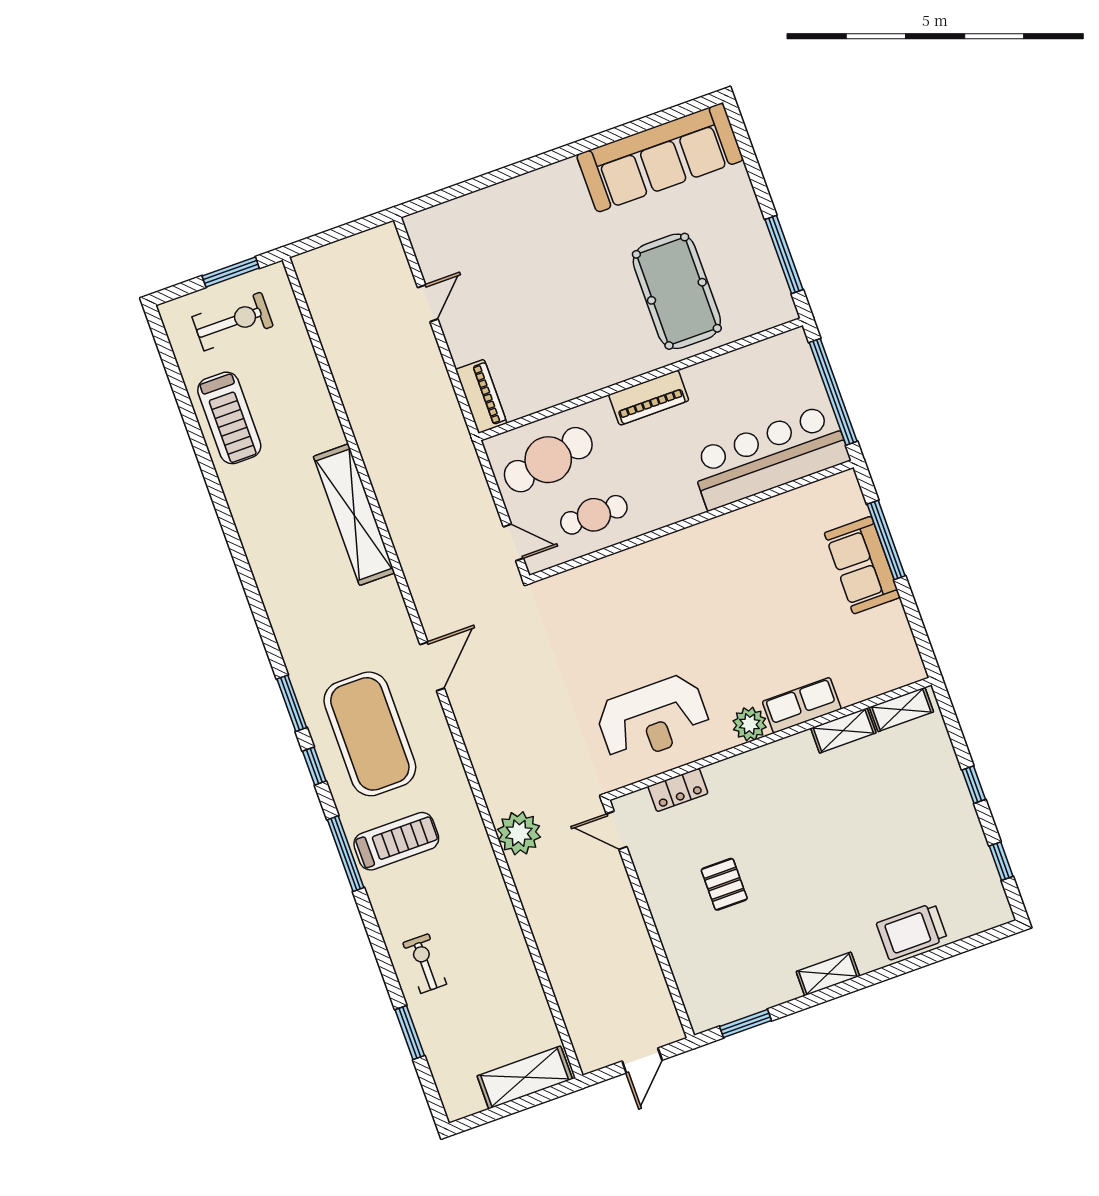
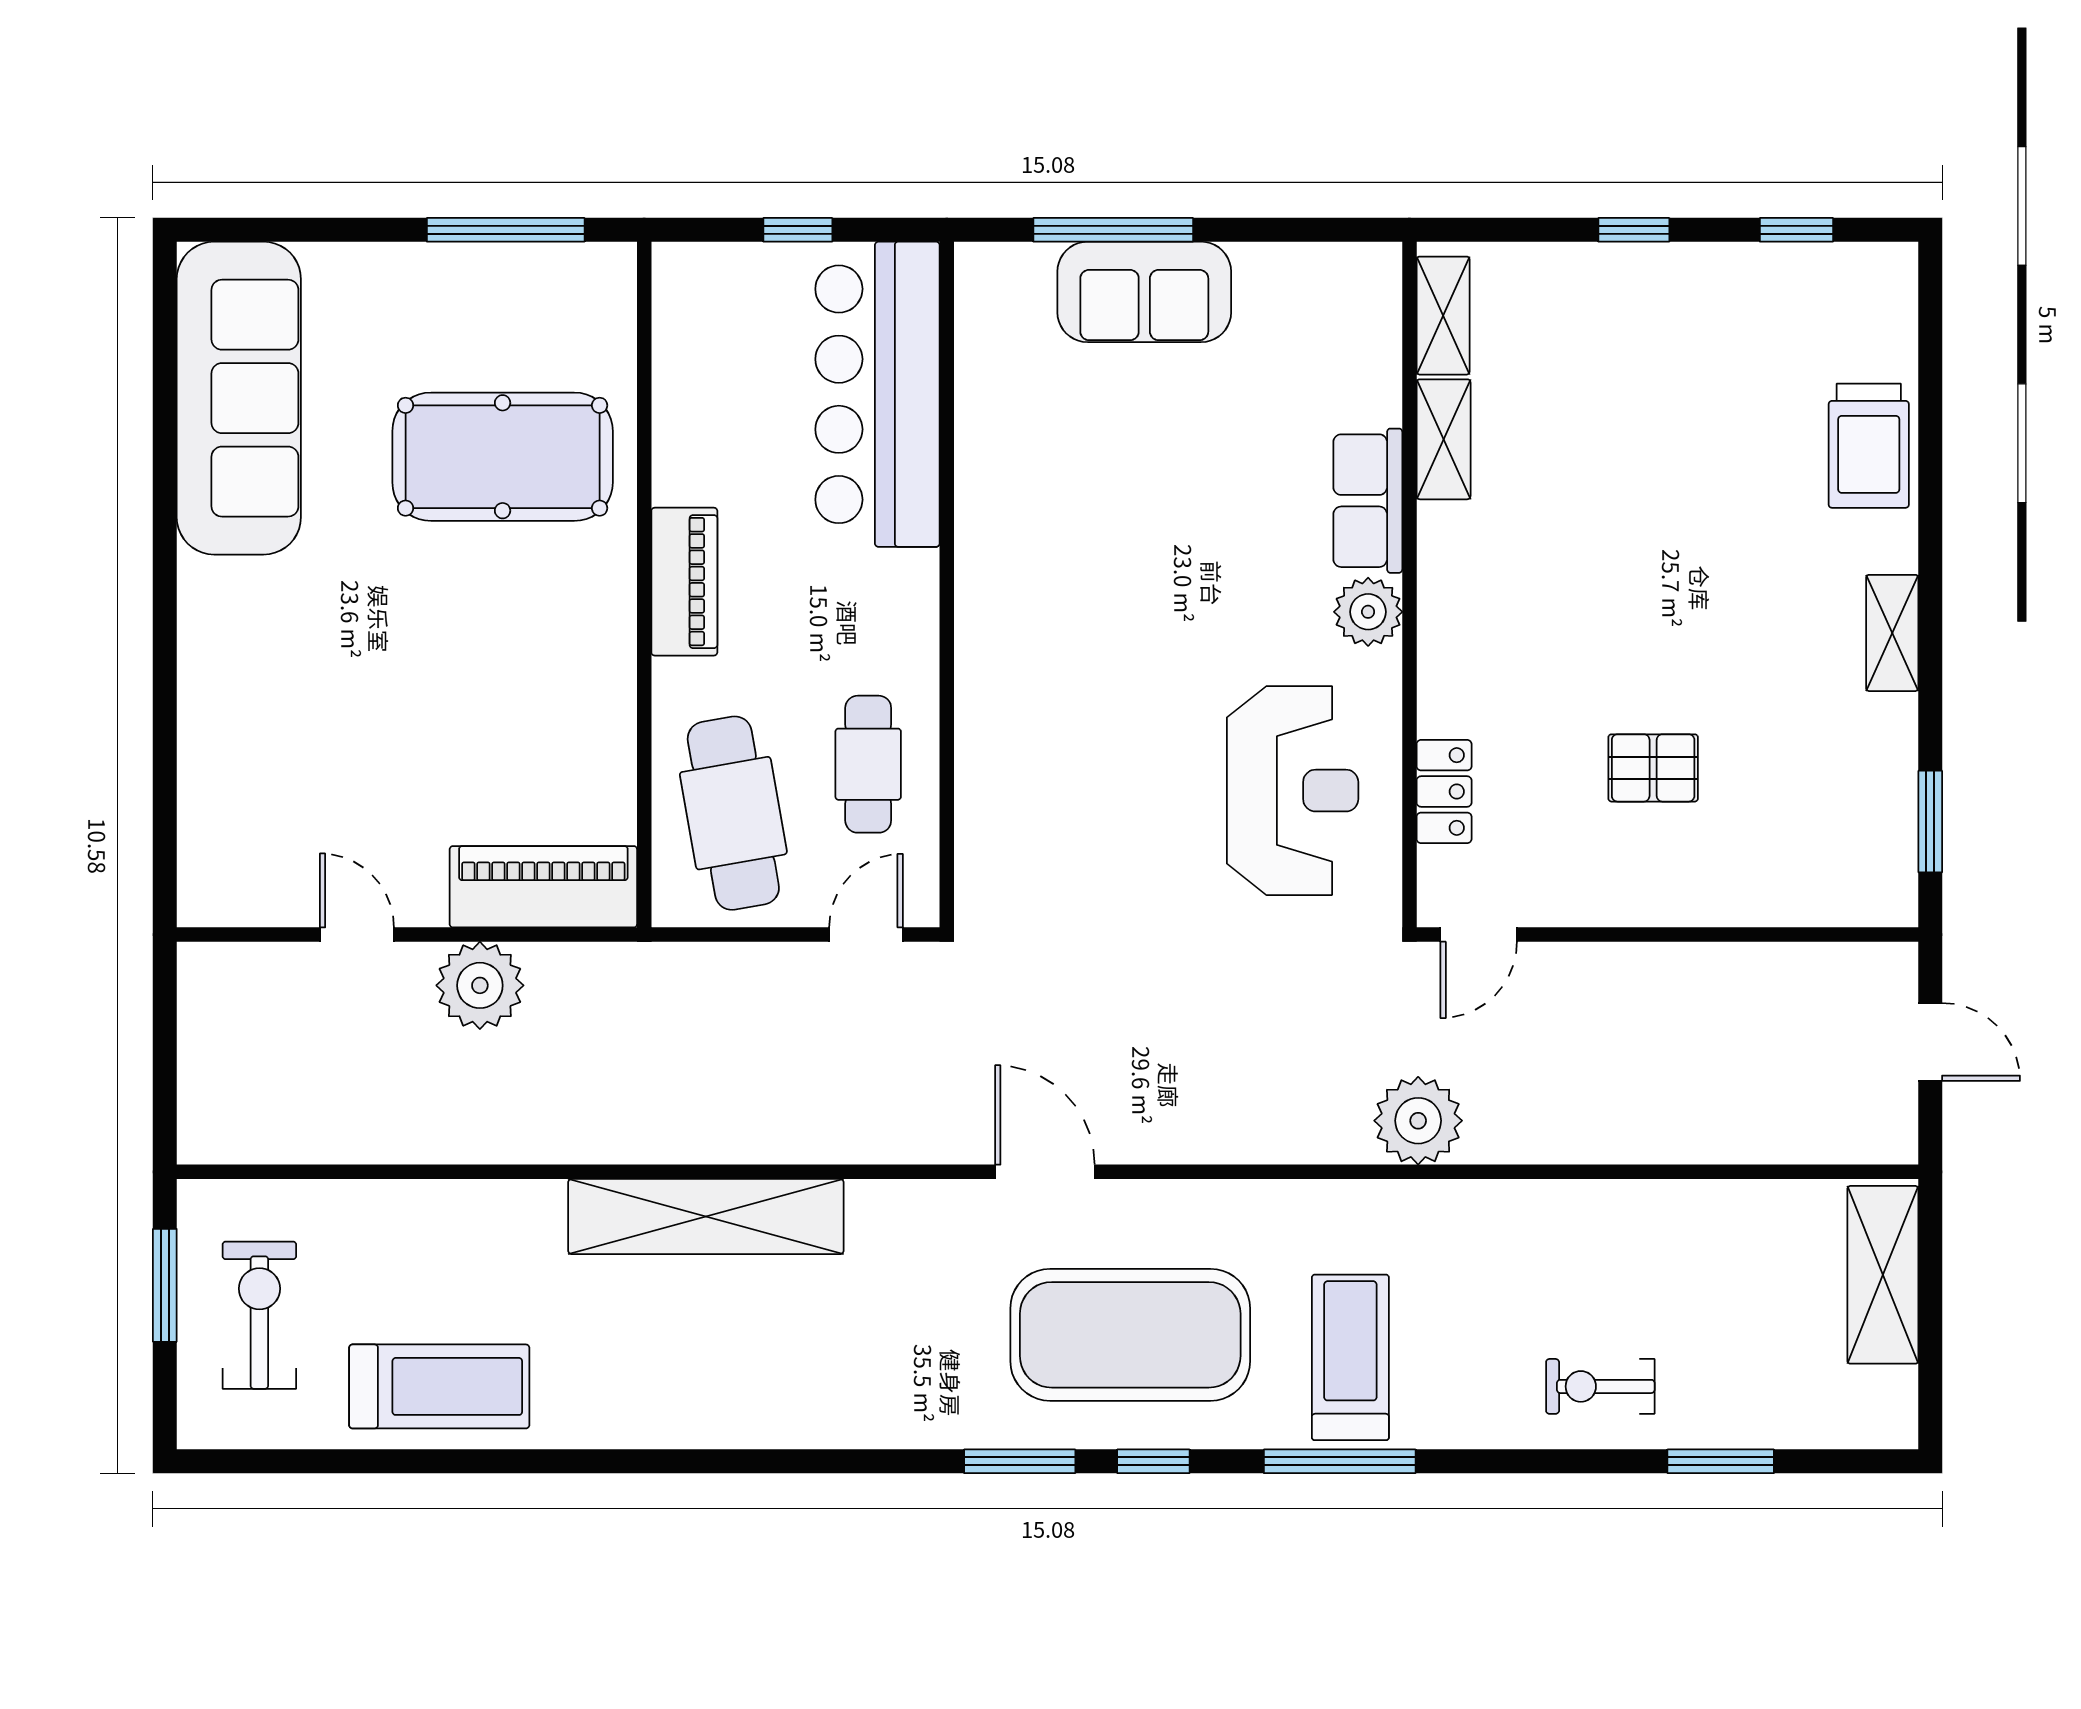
plant: (425, 370) -> (480, 985), added
window: (833, 392) -> (798, 230), width x0.32
piano: (481, 396) -> (543, 887), width x1.37, depth x1.33

